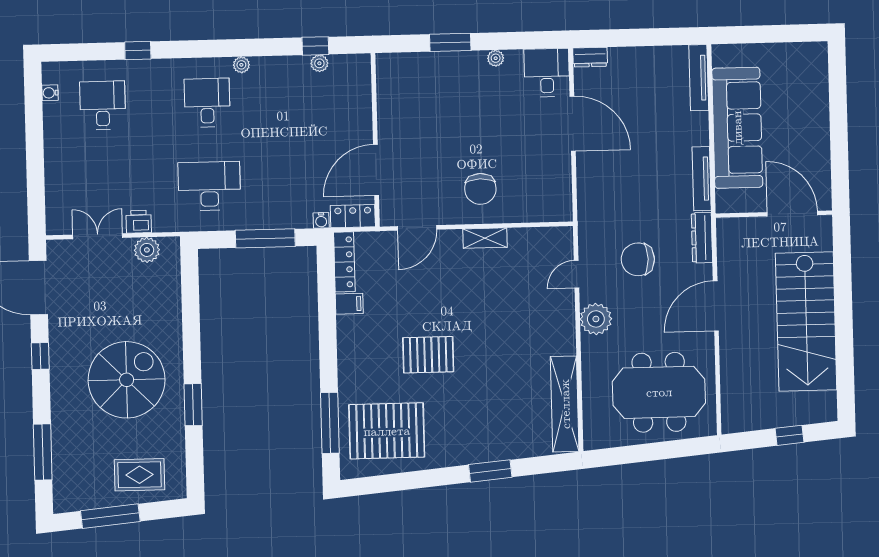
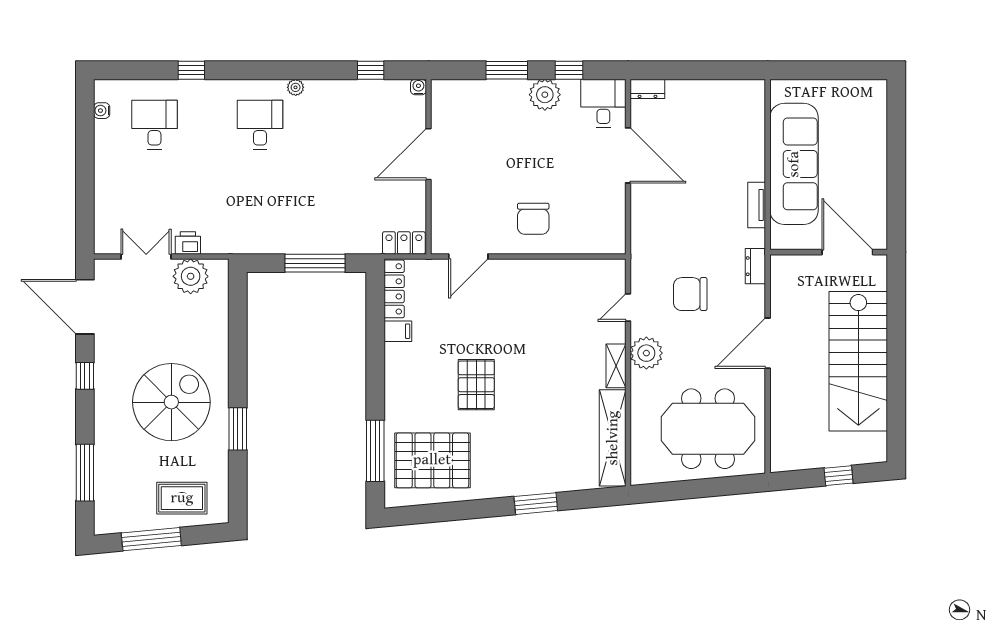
window: (512, 41) -> (569, 70), added
plant: (496, 58) -> (545, 95), width x1.88, depth x1.88
plant: (319, 63) -> (374, 88), removed
tv unit: (699, 78) -> (756, 112), removed
door: (376, 170) -> (428, 154), moved
tv unit: (702, 179) -> (757, 205), width x0.71
desk: (209, 186) -> (260, 209), removed
water cooler: (321, 220) -> (418, 87), moved, turned 180
shelving: (485, 238) -> (616, 366), moved, turned 90
dresser: (702, 238) -> (755, 266), width x0.70
plant: (147, 250) -> (191, 276), width x1.36, depth x1.36
pallet: (428, 355) -> (476, 385), turned 90

